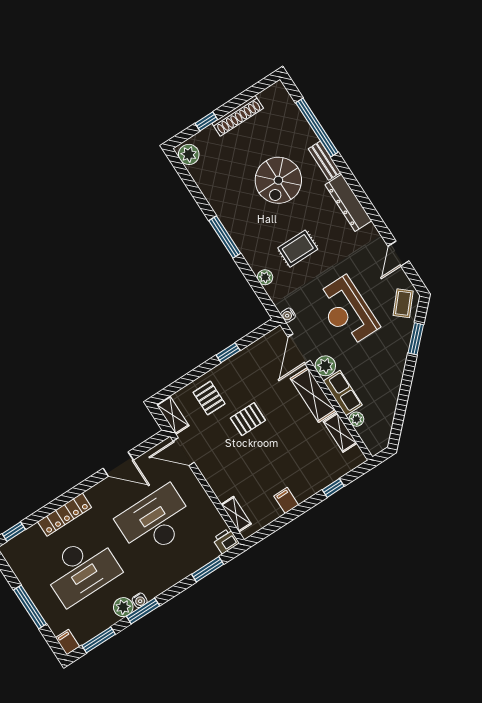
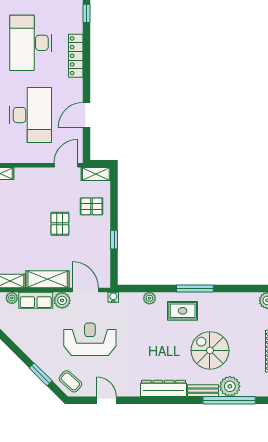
plant: (302, 136) -> (230, 386), added
rug: (298, 249) -> (183, 311), moved, turned 90

